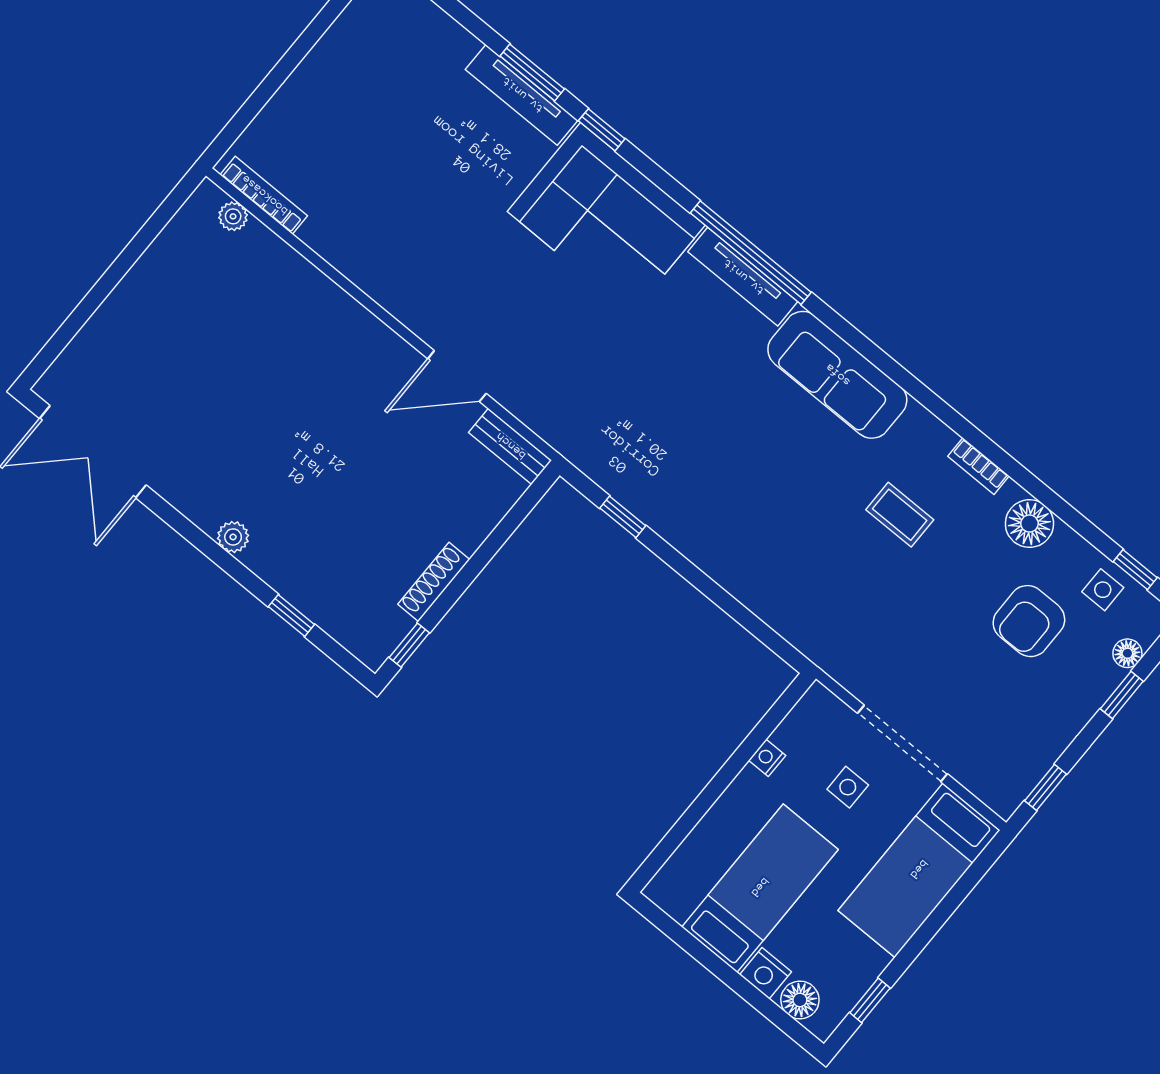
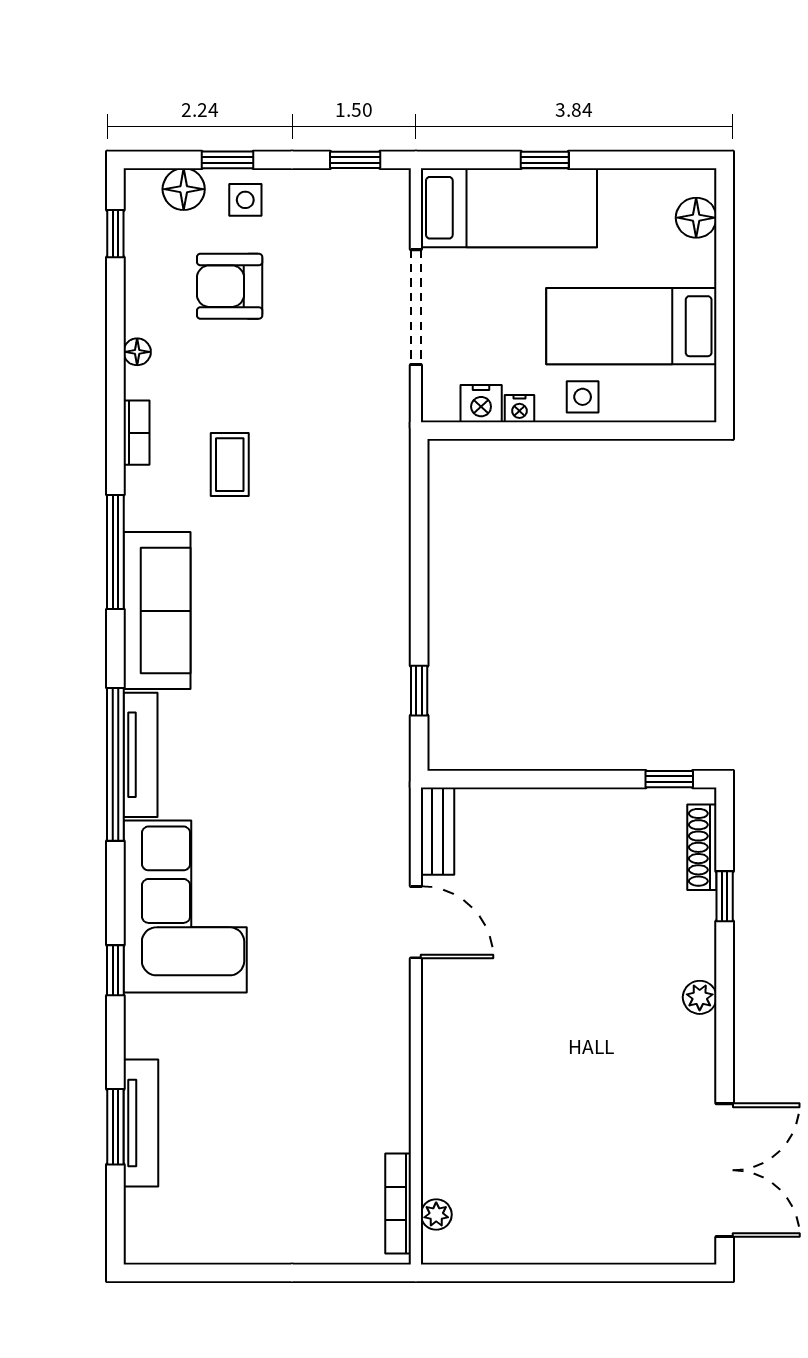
window: (532, 73) -> (115, 1127), moved
tv unit: (522, 95) -> (141, 1123), moved
window: (905, 379) -> (115, 552), added
floor lamp: (1029, 524) -> (137, 352), width x0.53, depth x0.53
shoe rack: (434, 582) -> (702, 847), moved, turned 90
side table: (1103, 590) -> (245, 200), moved
armchair: (1029, 621) -> (230, 286), turned 180
floor lamp: (1127, 653) -> (184, 189), width x1.37, depth x1.37
side table: (848, 787) -> (583, 397), moved
nightstand: (765, 973) -> (481, 404), moved, turned 90
window: (870, 1000) -> (545, 160), moved

